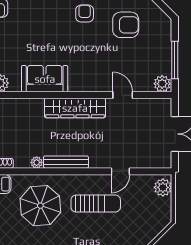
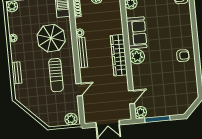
armchair: (126, 25) -> (178, 84), removed
plant: (80, 81) -> (137, 57), added
door: (123, 95) -> (132, 97), moved
door: (120, 171) -> (79, 90), swing flipped

